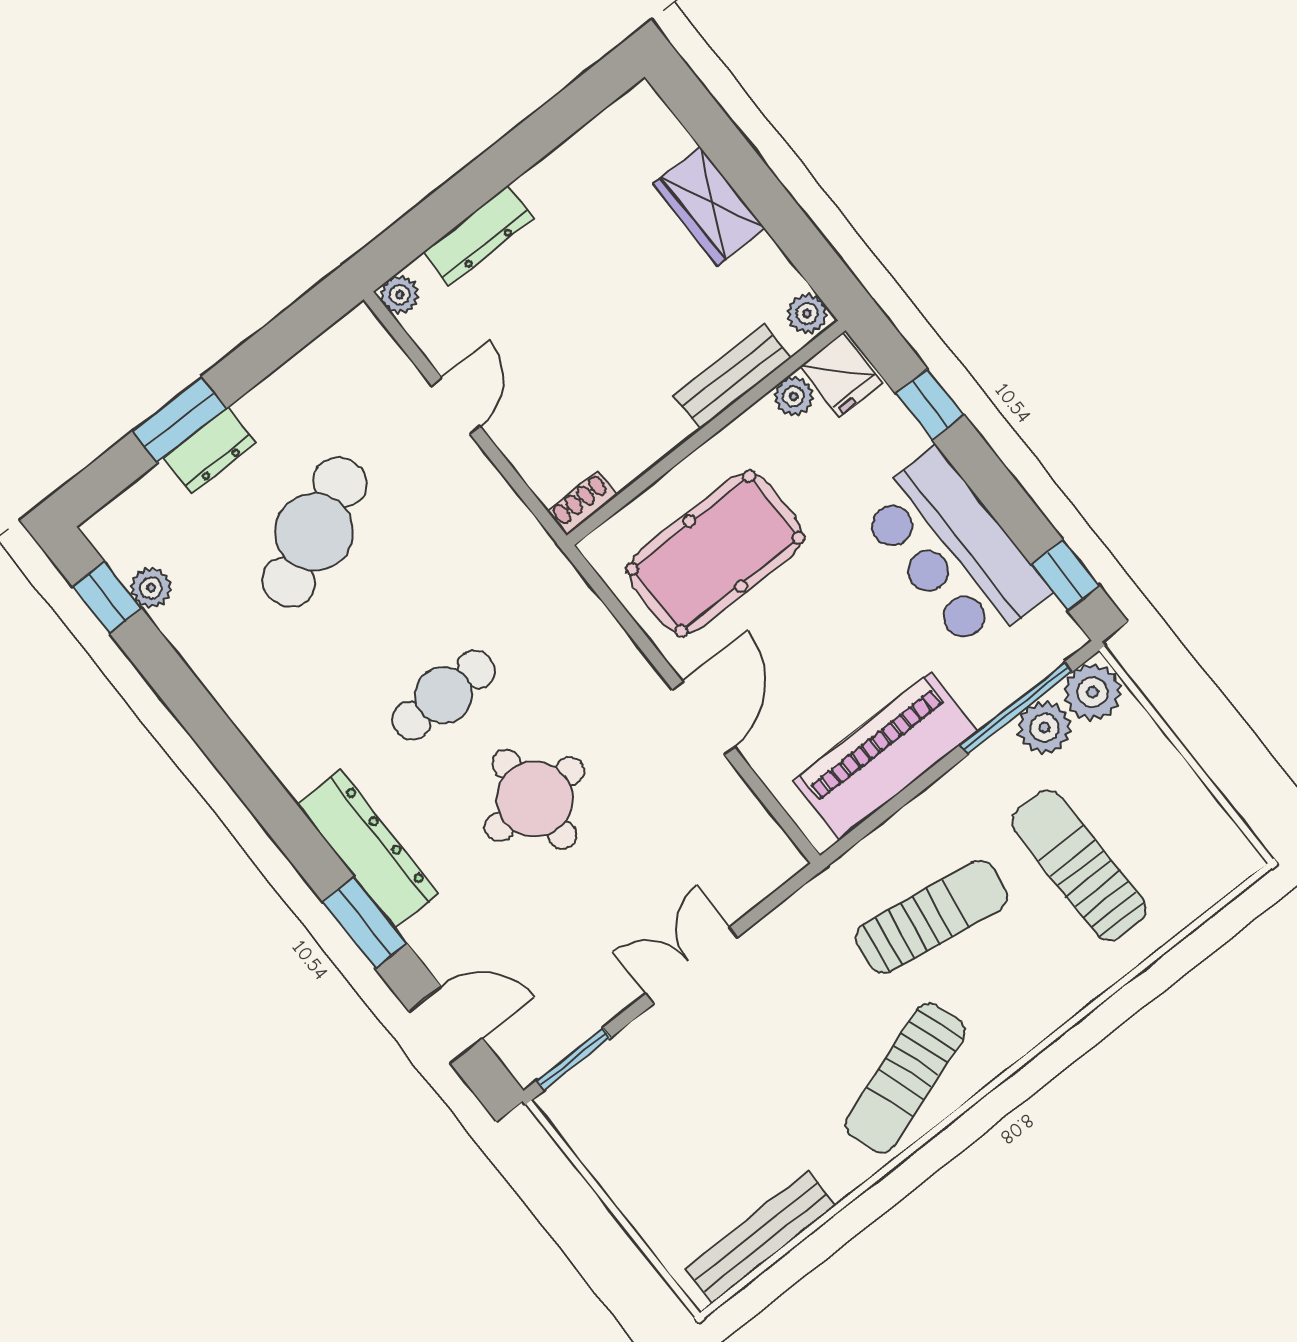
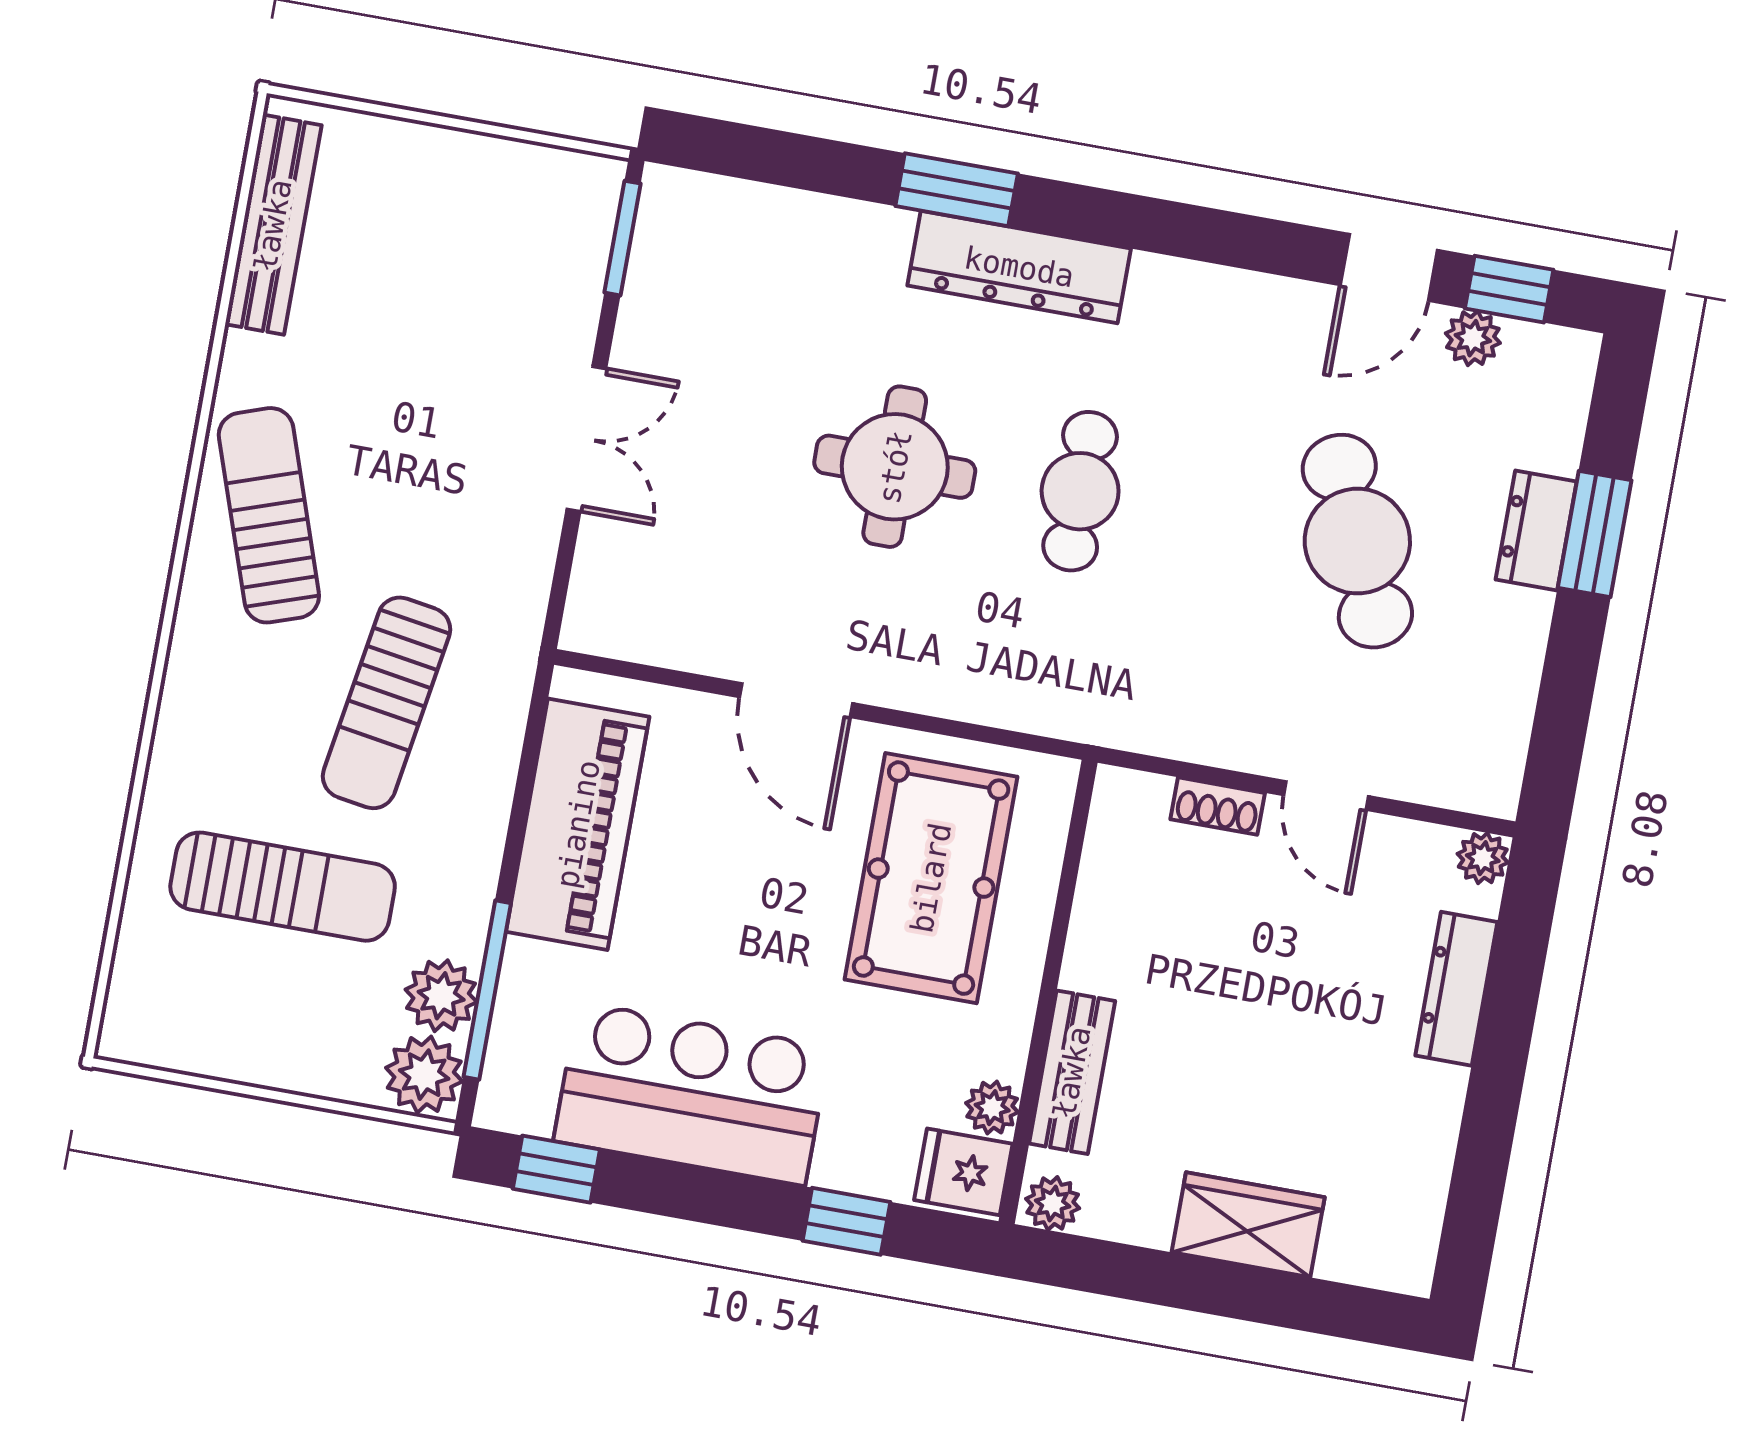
shoe rack: (582, 503) -> (1218, 806), moved, turned 90
door: (446, 1025) -> (1389, 267), moved

